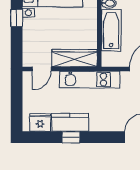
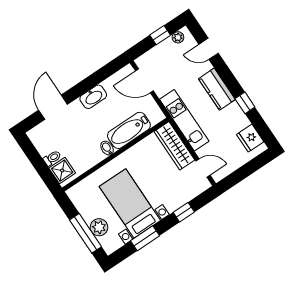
window: (17, 18) -> (184, 212), moved
kitchen counter: (70, 122) -> (217, 89), moved

